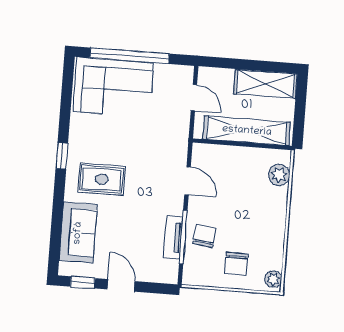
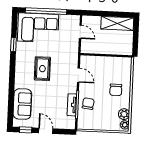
shelving: (247, 131) -> (108, 48), removed
window: (62, 156) -> (13, 45), moved
plant: (279, 175) -> (124, 114), moved
rug: (102, 179) -> (42, 69), moved, turned 90
chair: (236, 264) -> (116, 90), moved

